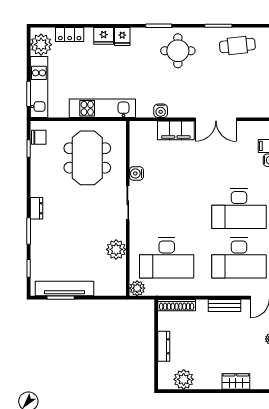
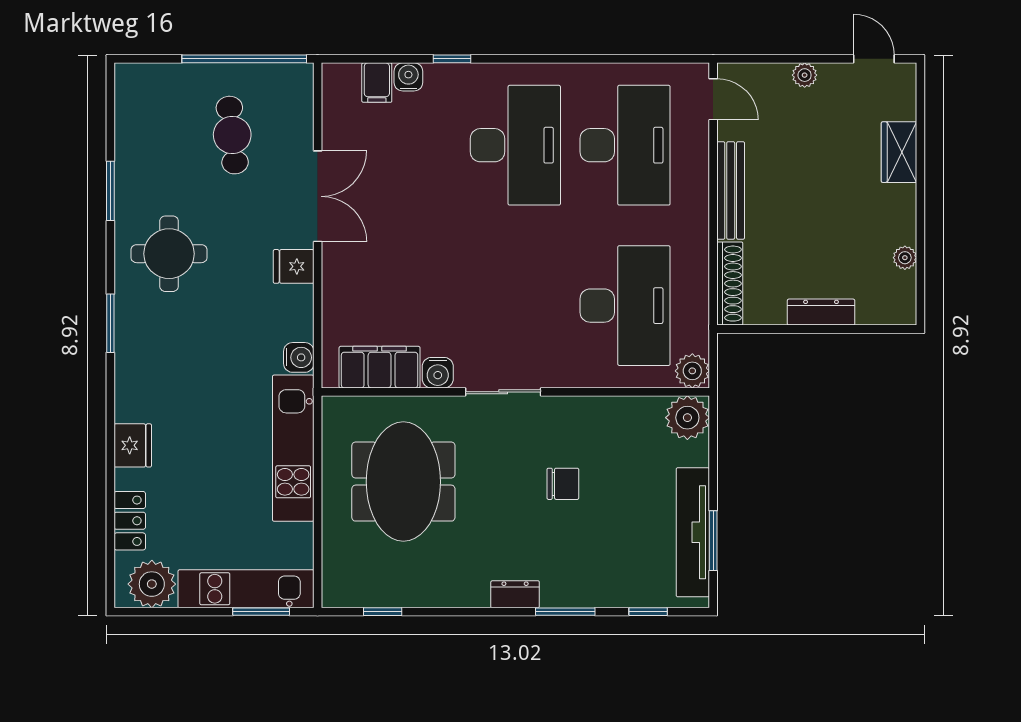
fridge: (122, 37) -> (294, 266), moved, turned 180
cafe table: (237, 45) -> (232, 135), moved
round table: (178, 51) -> (169, 254), moved
water cooler: (161, 111) -> (299, 357), moved
filing cabinet: (176, 130) -> (380, 367), moved, turned -90
chair: (39, 137) -> (563, 484), moved, turned 90
meeting table: (87, 158) -> (403, 482), turned 90
plant: (116, 249) -> (687, 418), moved
bench: (224, 306) -> (731, 190), width x1.36
plant: (184, 379) -> (905, 258), width x0.53, depth x0.53

